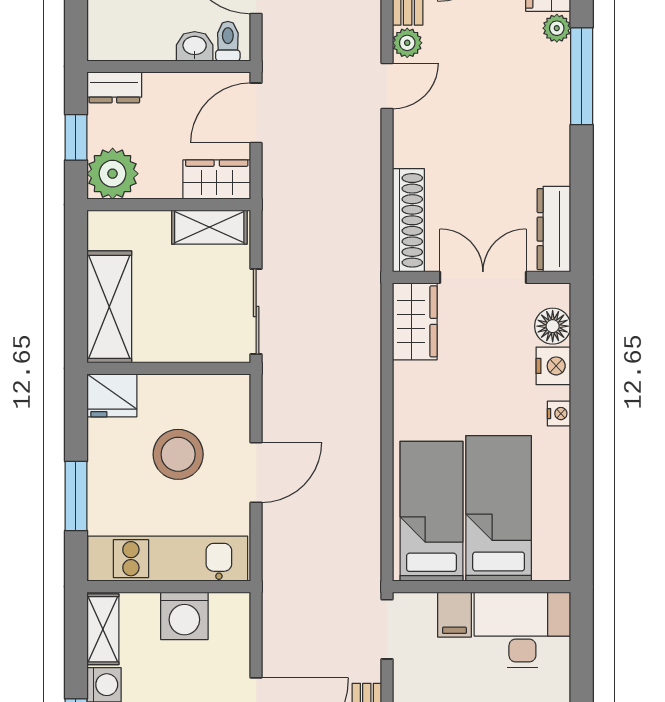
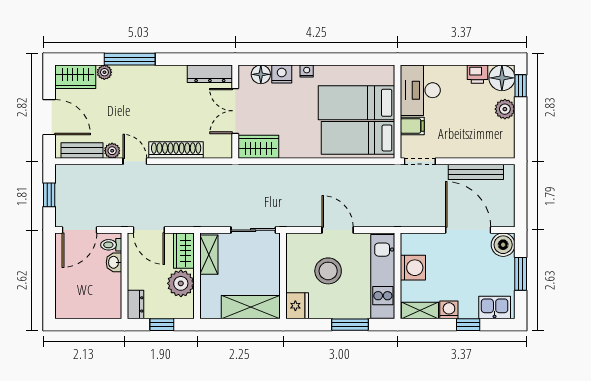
plant: (113, 174) -> (181, 283), moved
shoe rack: (408, 220) -> (176, 150), moved

